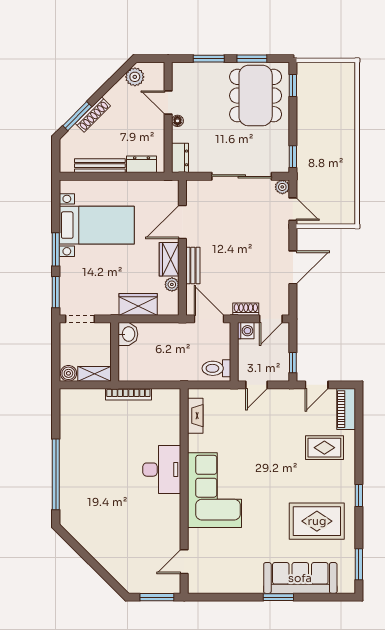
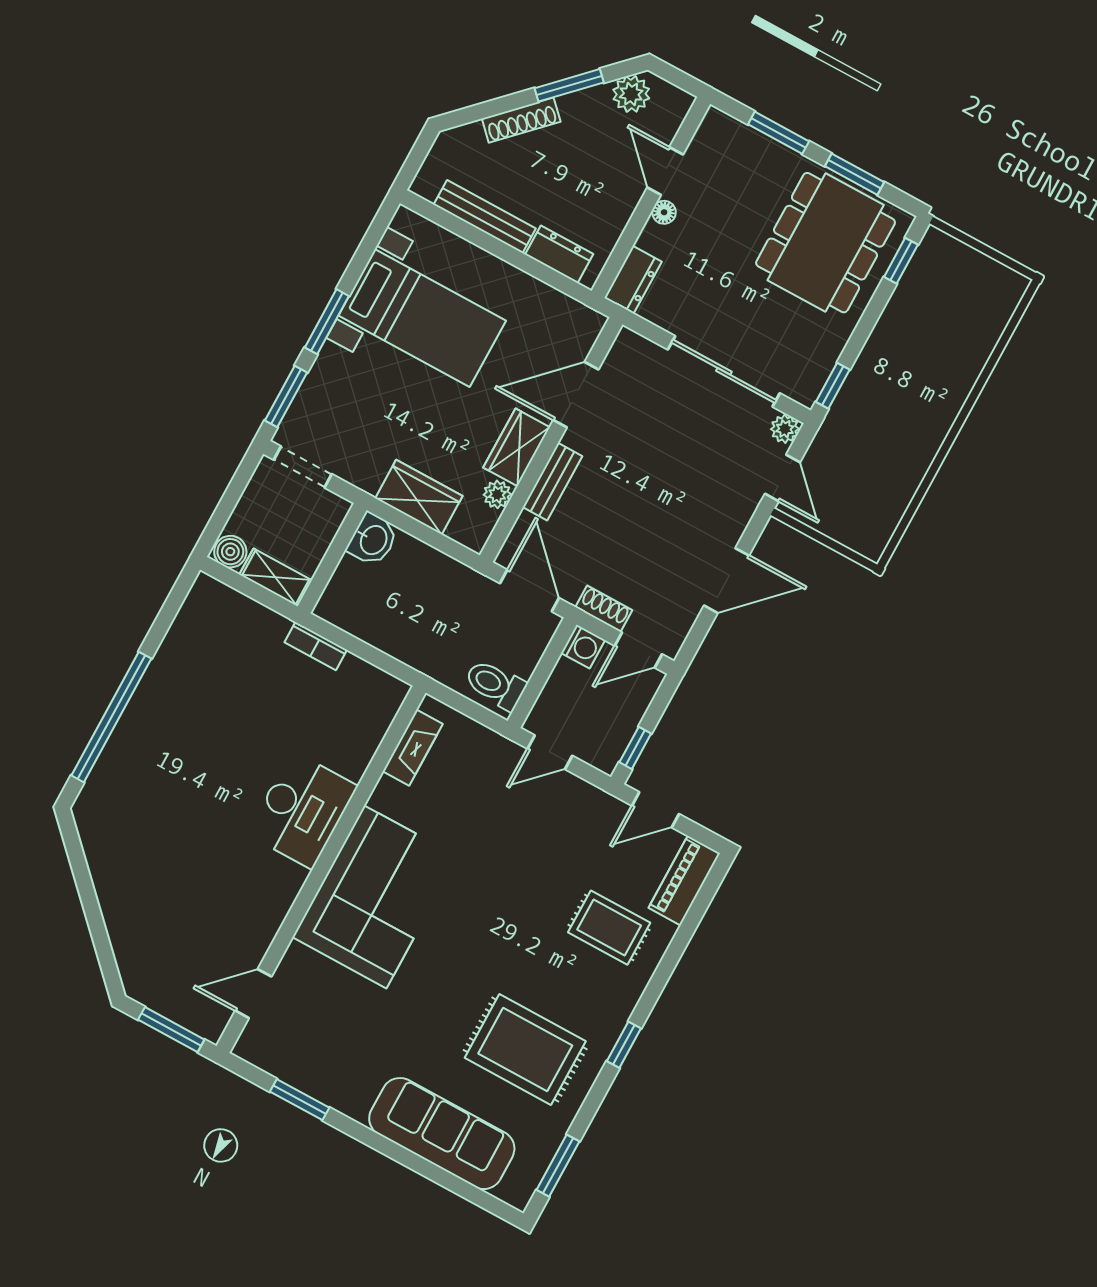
window: (77, 116) -> (569, 85), moved
bookcase: (128, 394) -> (316, 646), width x0.64
window: (278, 597) -> (300, 1100), moved

